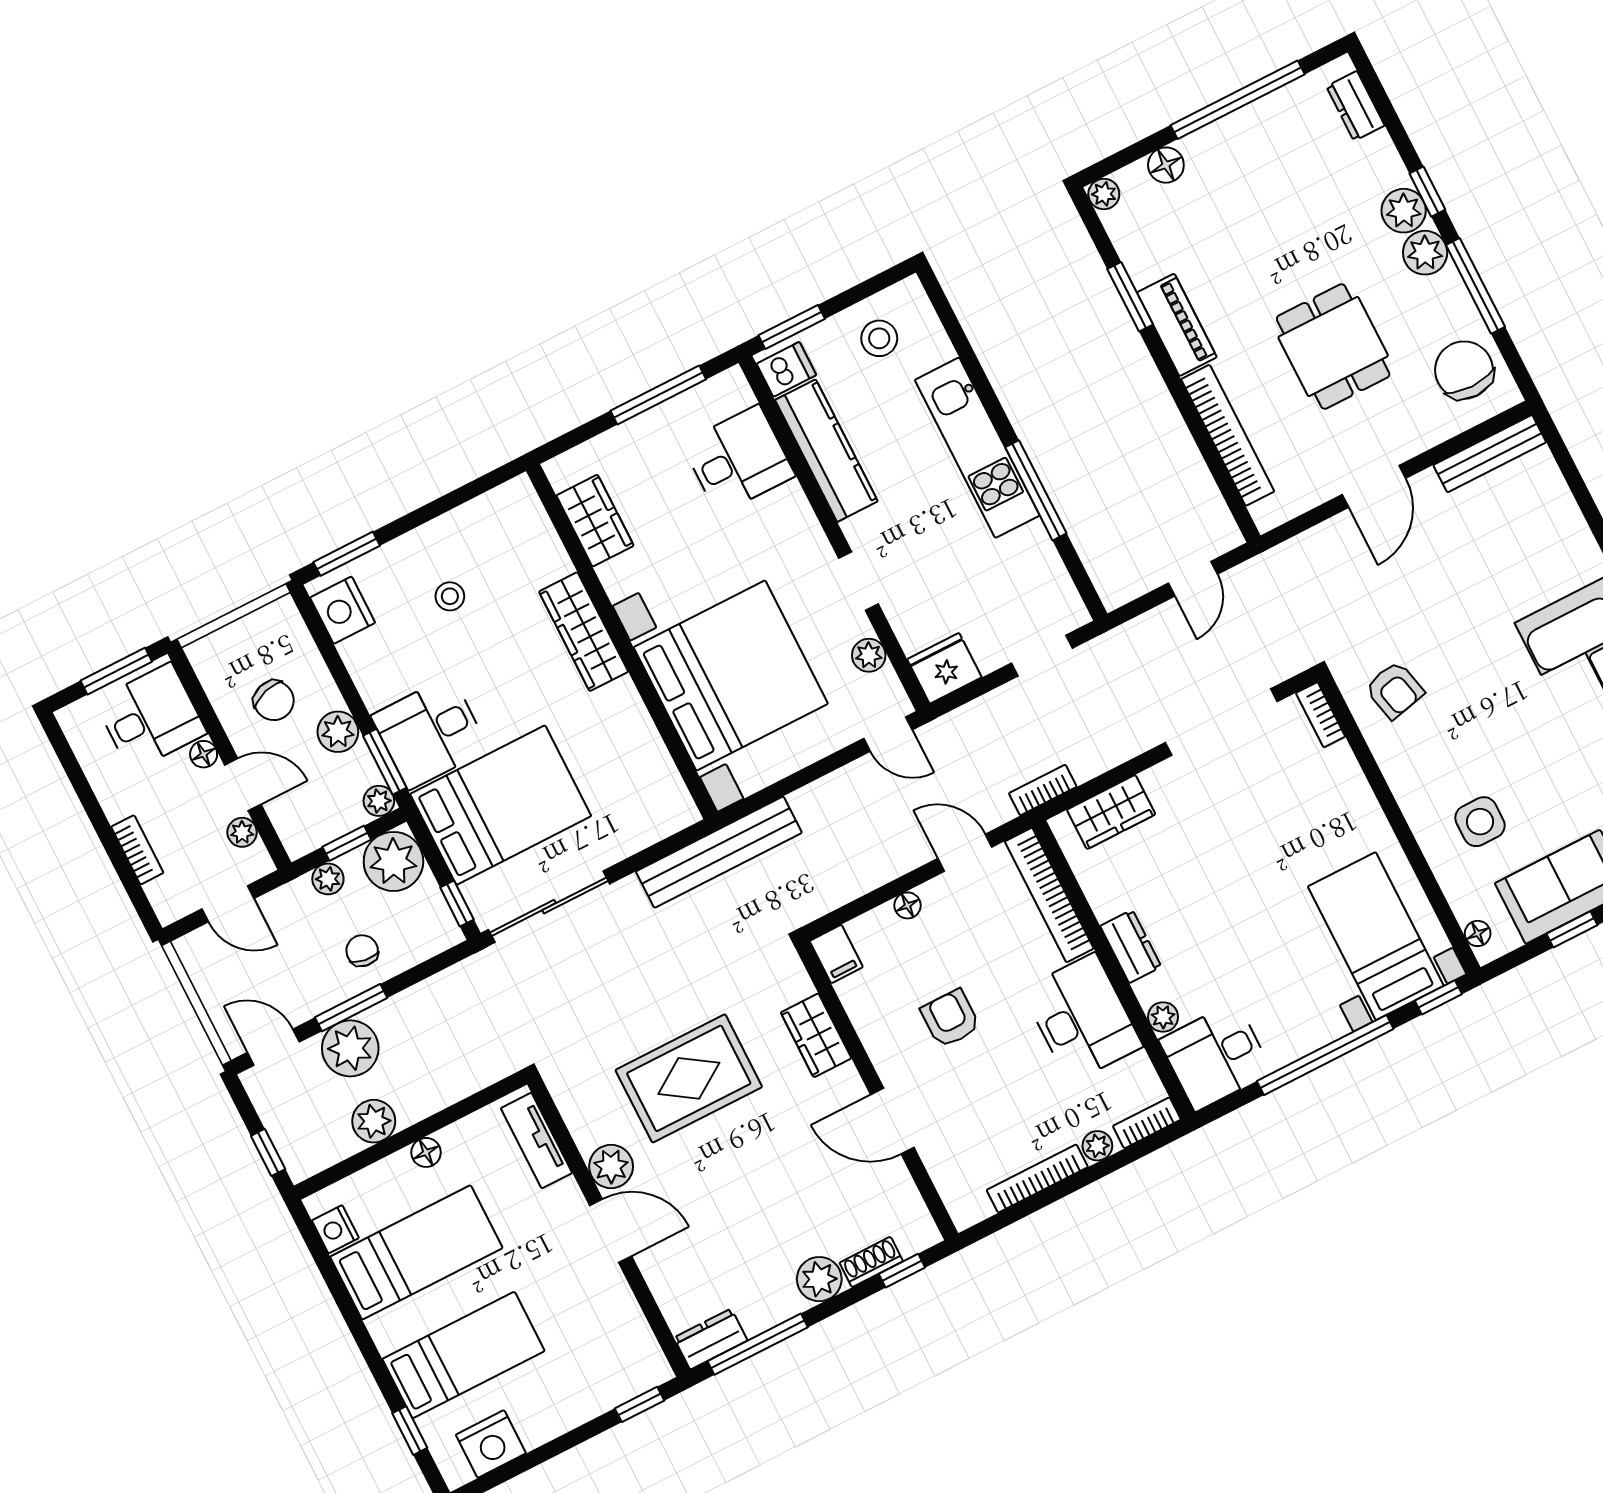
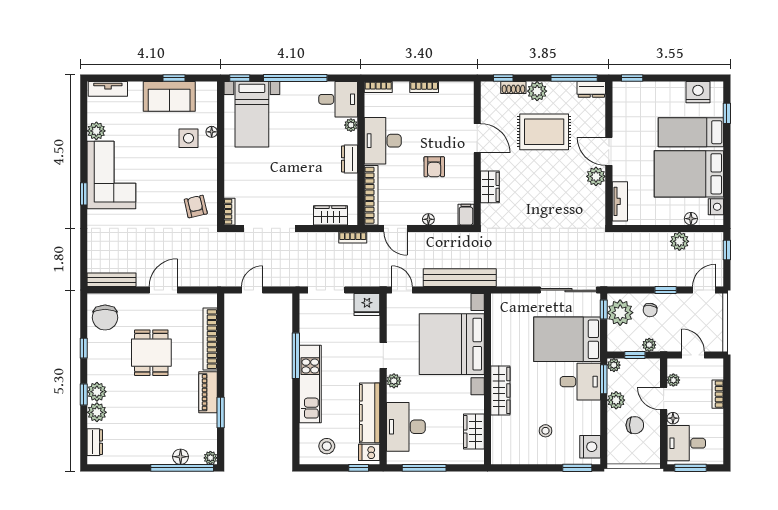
window: (1238, 100) -> (182, 468), moved
plant: (1425, 253) -> (97, 412), moved
window: (1475, 286) -> (84, 348), width x0.46
window: (792, 327) -> (359, 468), width x0.67
desk: (738, 460) -> (406, 427), width x1.37
plant: (869, 655) -> (394, 381), moved
doorway: (1042, 656) -> (326, 290), width x1.38
chair: (274, 701) -> (635, 425), turned 107
bench: (719, 852) -> (460, 278), moved
plant: (393, 861) -> (620, 313), moved
floor lamp: (1478, 933) -> (212, 132), moved
window: (351, 1008) -> (666, 290), width x0.67
door: (273, 1047) -> (704, 290), swing flipped
plant: (350, 1048) -> (674, 274), removed
rug: (689, 1078) -> (544, 132), moved
plant: (1097, 1146) -> (402, 88), removed
floor lamp: (426, 1152) -> (691, 219), moved
bookcase: (1037, 1178) -> (424, 87), width x0.64
bed: (416, 1252) -> (689, 174), width x1.50

